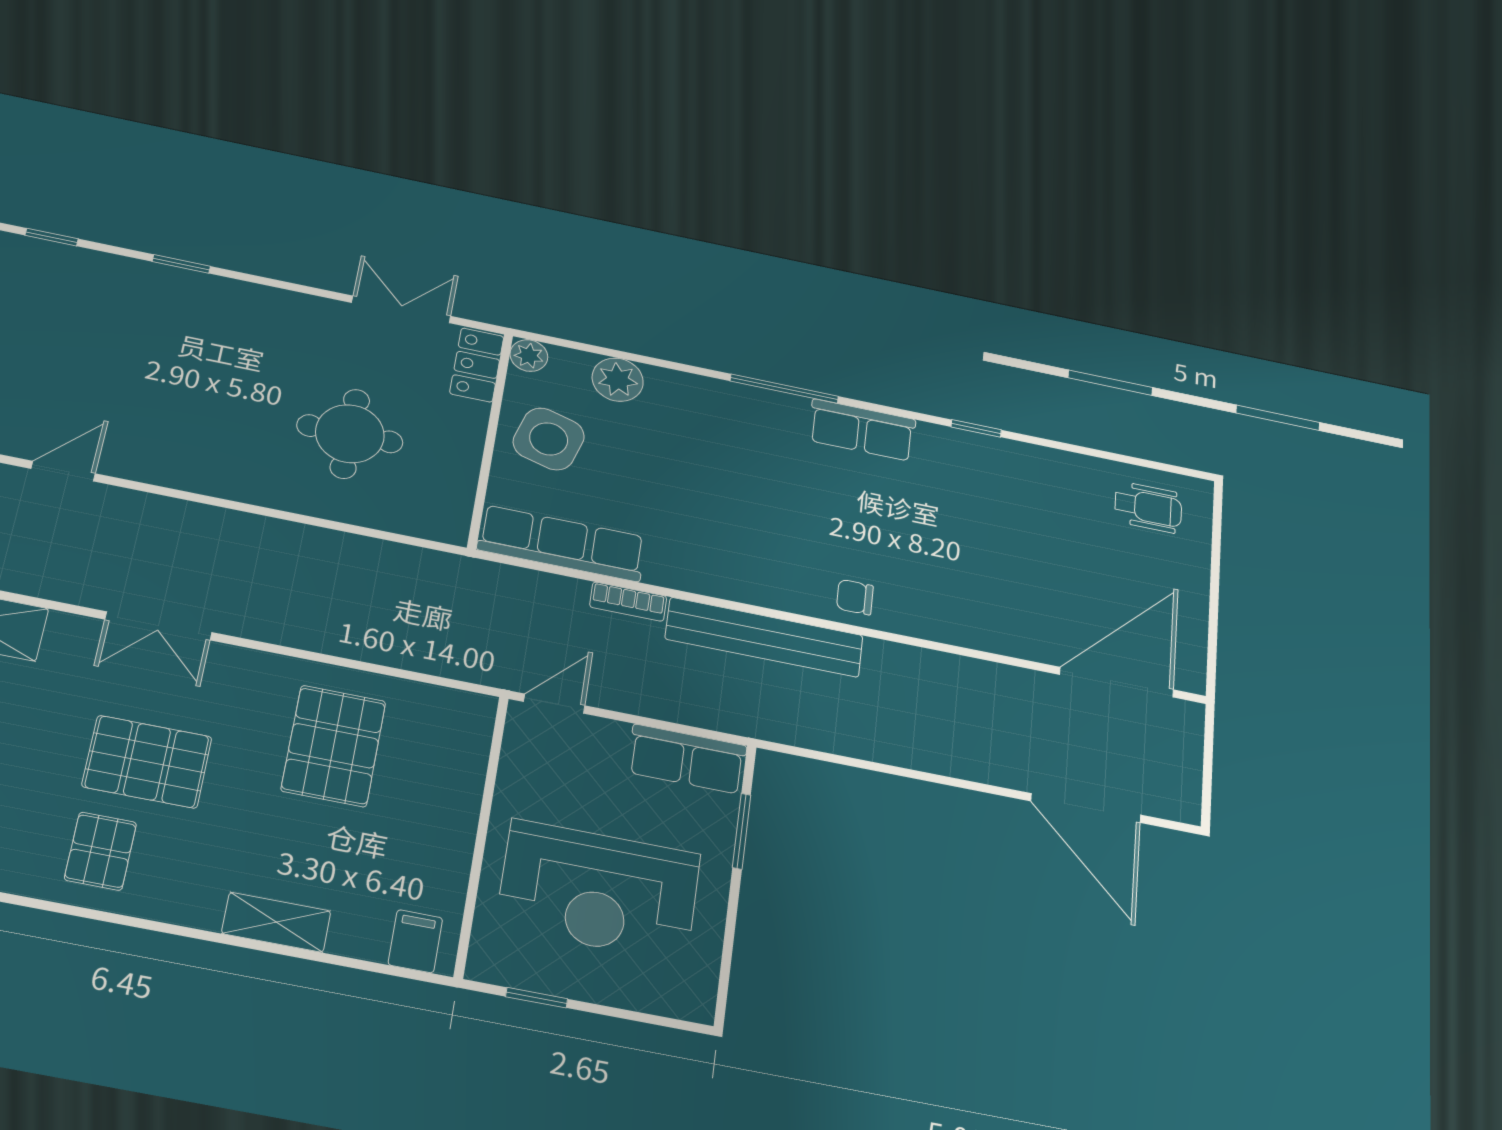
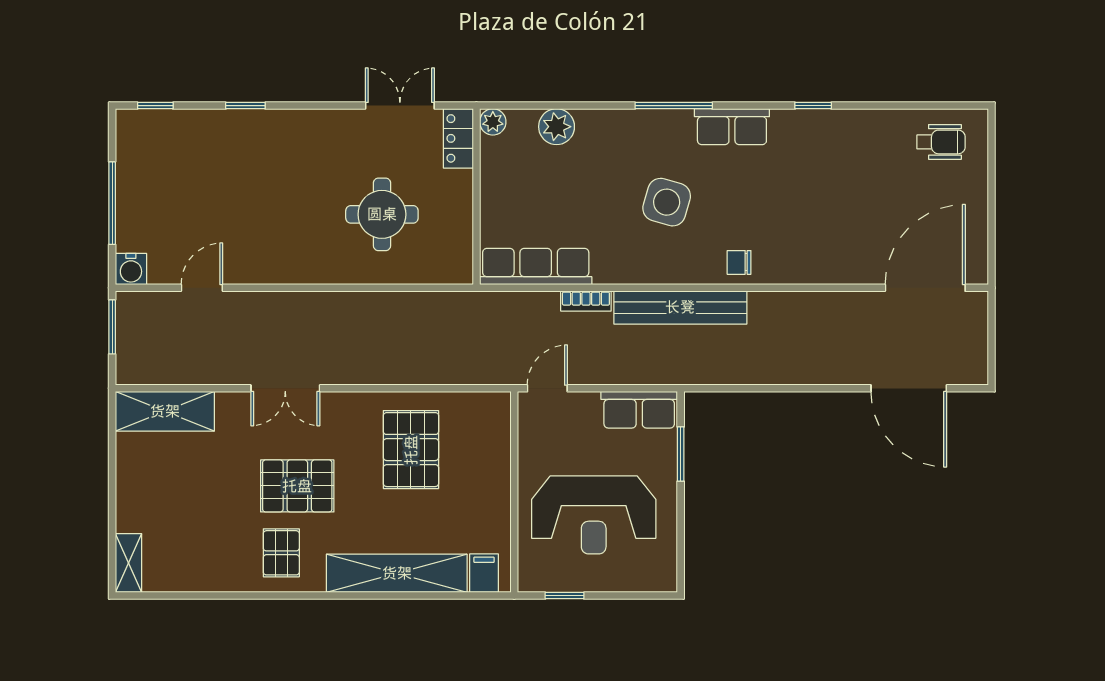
side table: (549, 439) -> (667, 202), moved
shelving: (276, 922) -> (397, 573), width x2.20, depth x1.33

